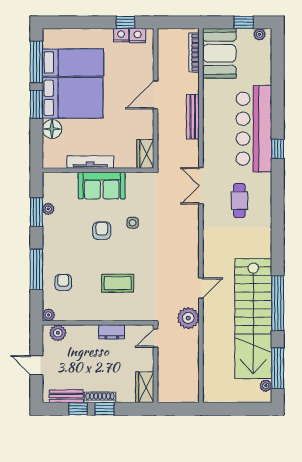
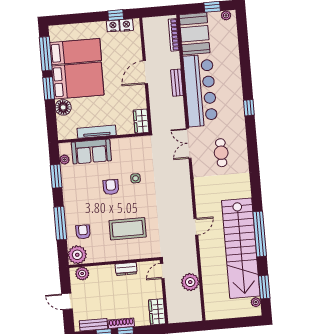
bench: (193, 117) -> (177, 83), width x0.73
bar counter: (254, 129) -> (200, 90), moved, turned 180
sofa: (102, 186) -> (91, 151), moved
plant: (48, 209) -> (65, 160), moved
coffee table: (118, 283) -> (128, 229), width x1.36, depth x1.32
plant: (49, 315) -> (77, 255), width x1.87, depth x1.87
plant: (188, 318) -> (190, 282), moved
window: (278, 368) -> (264, 287), width x0.69

